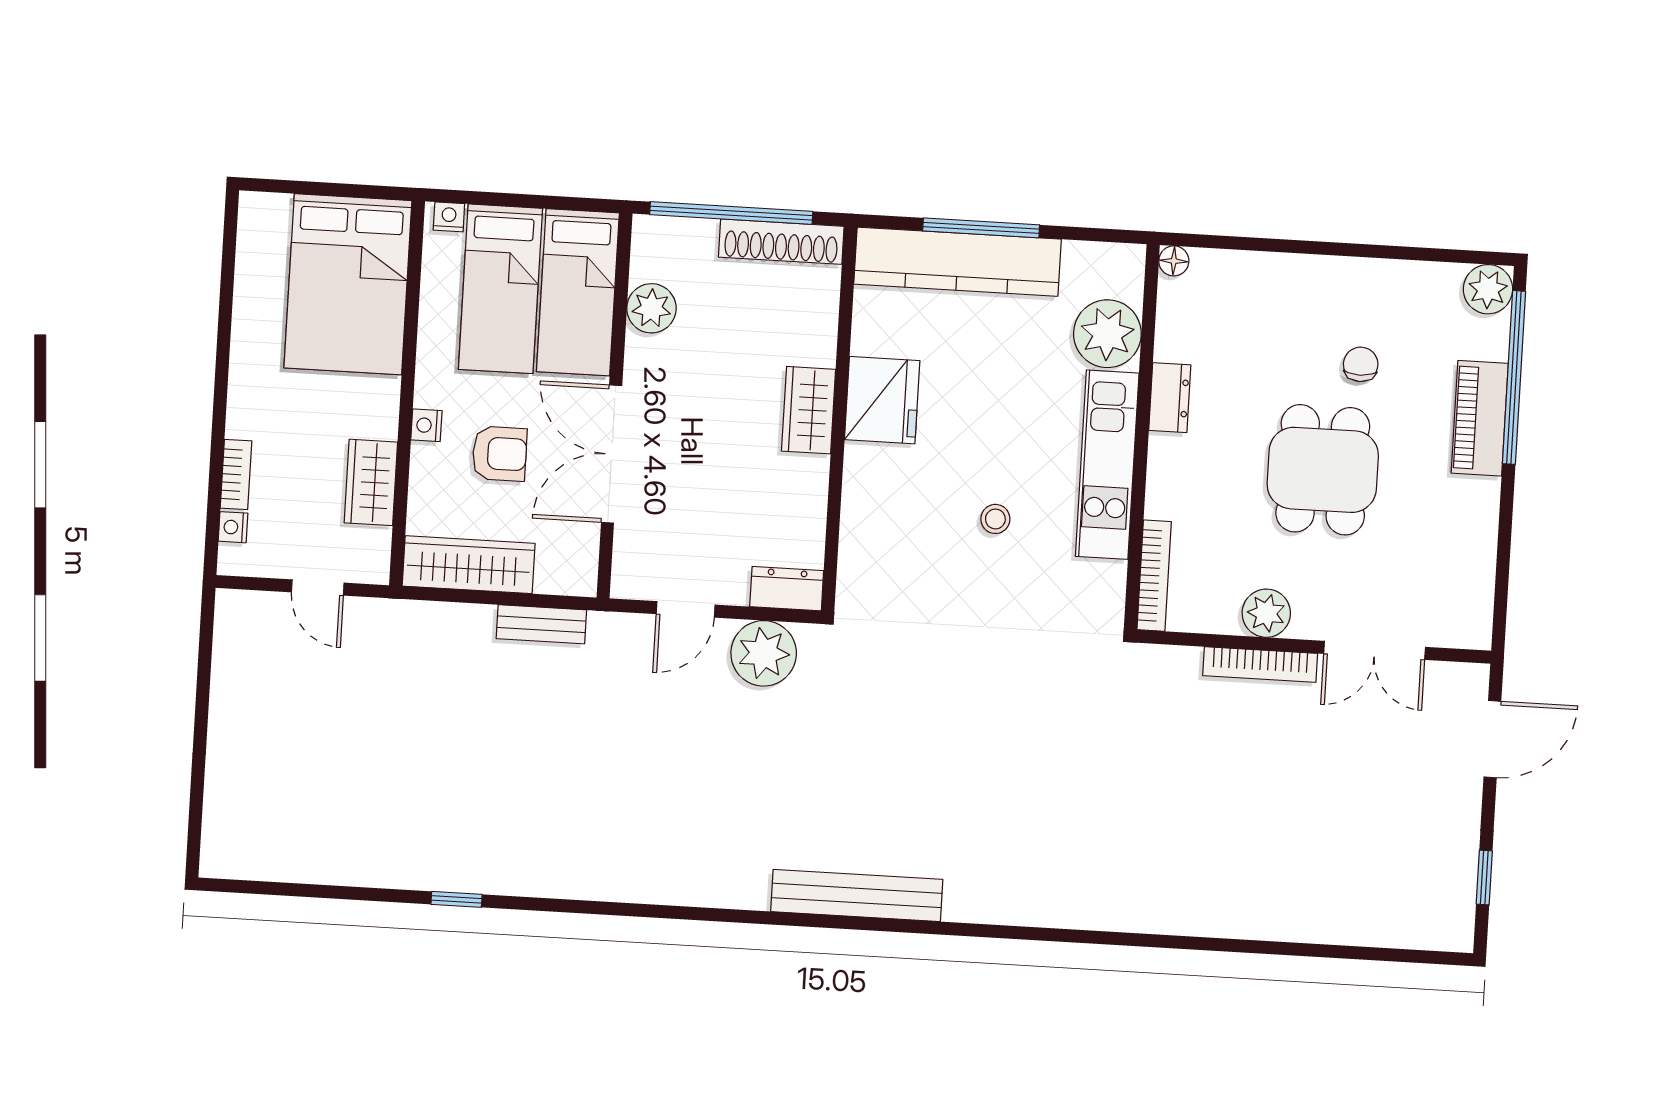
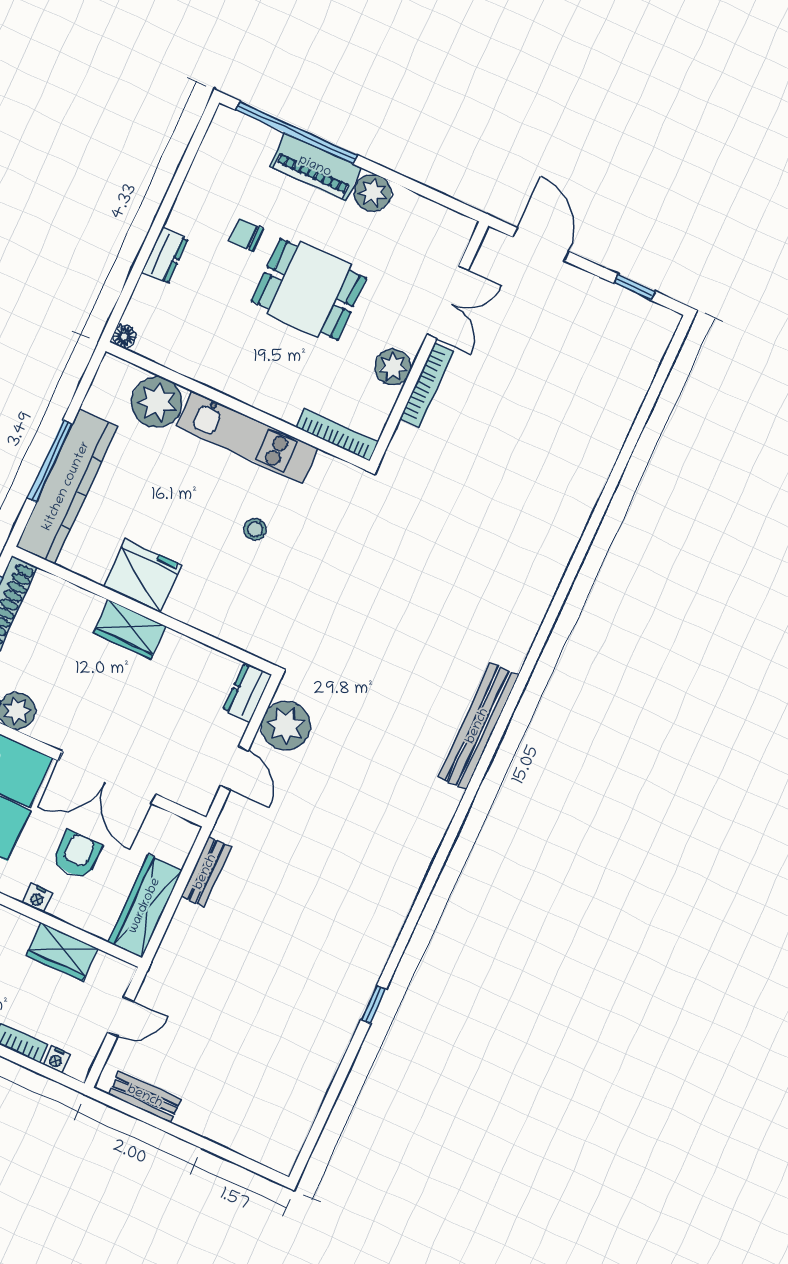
plant: (1488, 289) -> (373, 193), moved
dresser: (1170, 398) -> (165, 255), moved, turned 90
bench: (229, 657) -> (145, 1097), added

